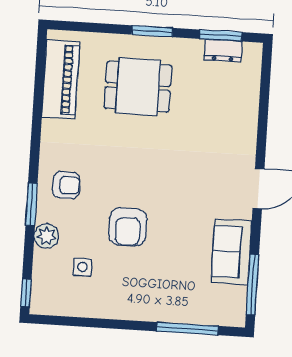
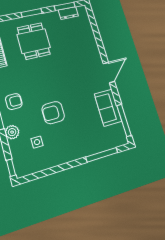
dining table: (138, 87) -> (34, 41), turned 90
armchair: (128, 227) -> (53, 113), turned 90

